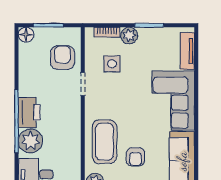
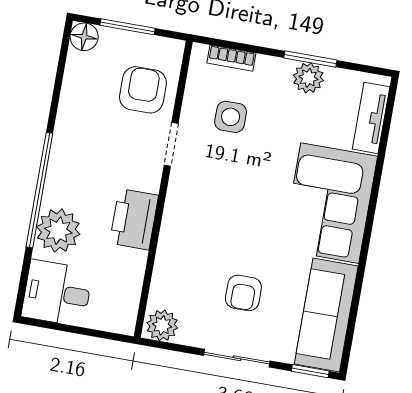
plant: (129, 35) -> (308, 78), moved
printer: (29, 112) -> (134, 219), moved, turned 180
coffee table: (104, 142) -> (192, 256), removed

